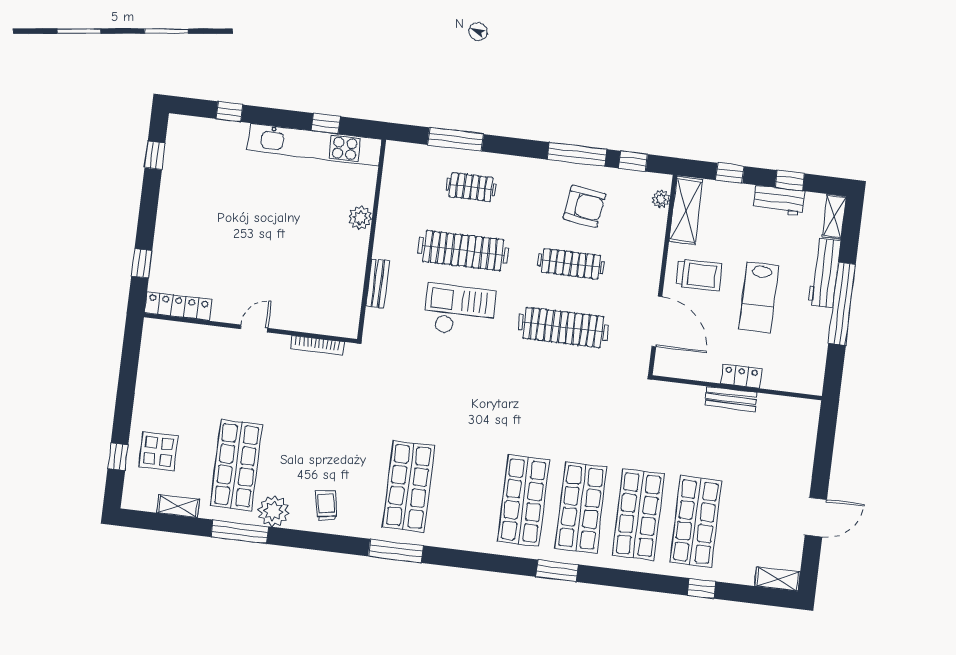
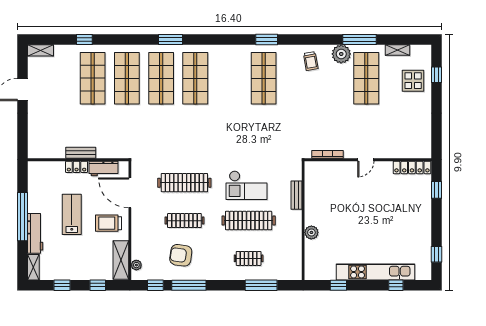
kitchen unit: (315, 145) -> (375, 272), moved
workbench: (779, 201) -> (104, 169), moved, turned 180
window: (396, 551) -> (267, 39), width x0.69

